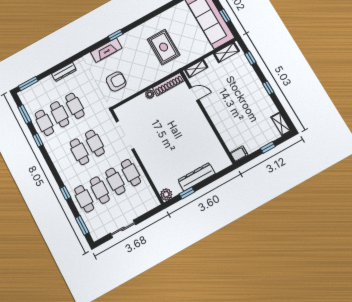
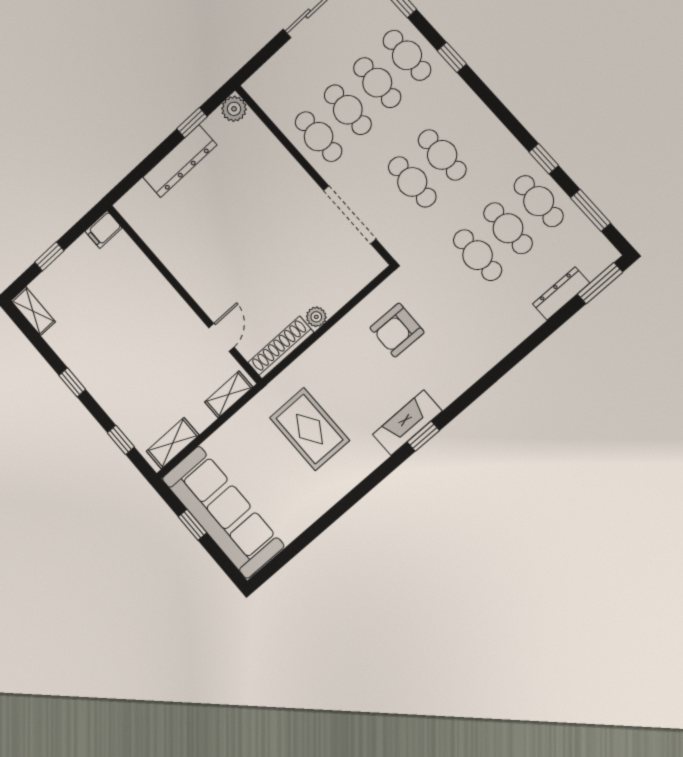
fireplace: (106, 50) -> (407, 423), moved
dresser: (64, 72) -> (561, 293), moved
door: (194, 94) -> (221, 337), swing flipped

